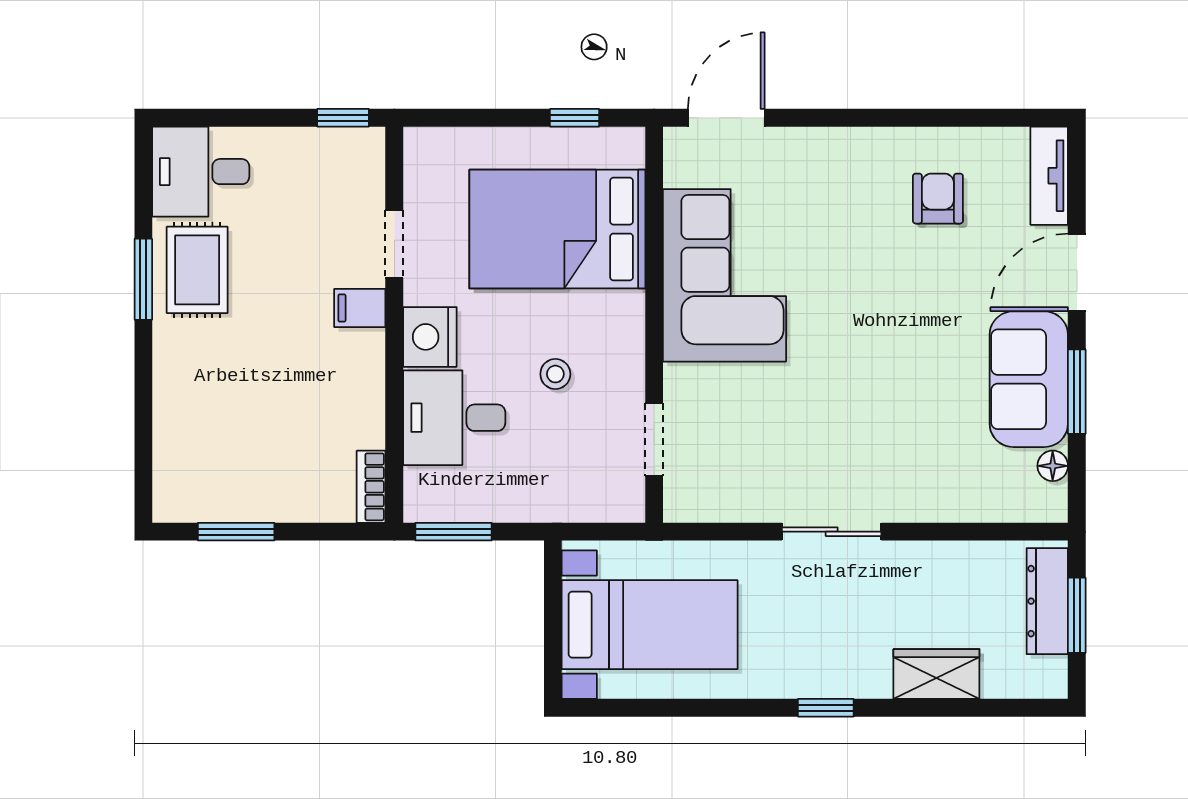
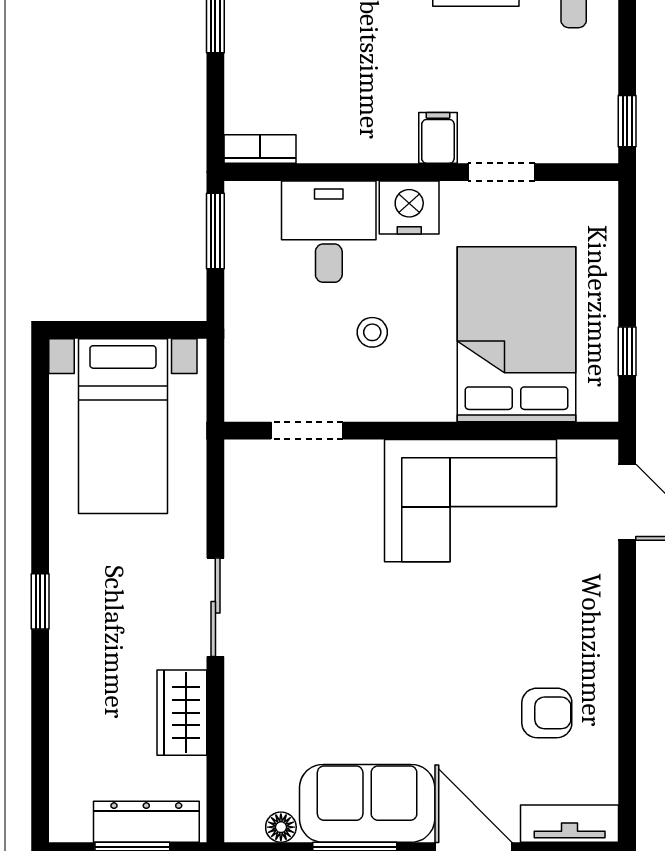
wardrobe: (936, 674) -> (182, 713), moved, turned 180

